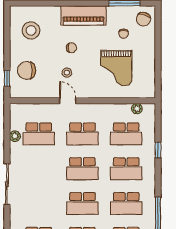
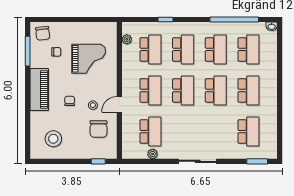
chair: (143, 19) -> (43, 33), turned 65
chair: (27, 70) -> (98, 129), moved

